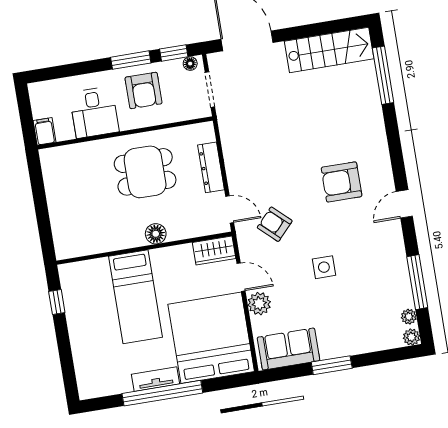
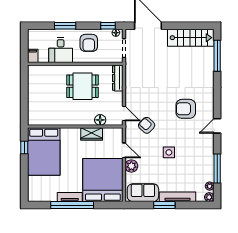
window: (131, 60) -> (65, 26), moved
dresser: (211, 167) -> (118, 78), moved
floor lamp: (156, 234) -> (100, 120), moved
wardrobe: (214, 250) -> (92, 134), moved
bed: (135, 297) -> (44, 152), moved, width x1.50
tv unit: (353, 346) -> (178, 197), added

